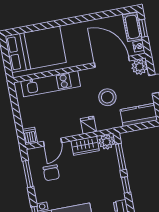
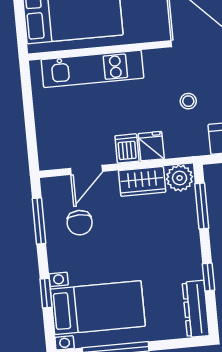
stool: (107, 97) -> (188, 101), width x0.53, depth x0.53
dishwasher: (30, 136) -> (127, 148), moved
window: (126, 185) -> (208, 277), moved

